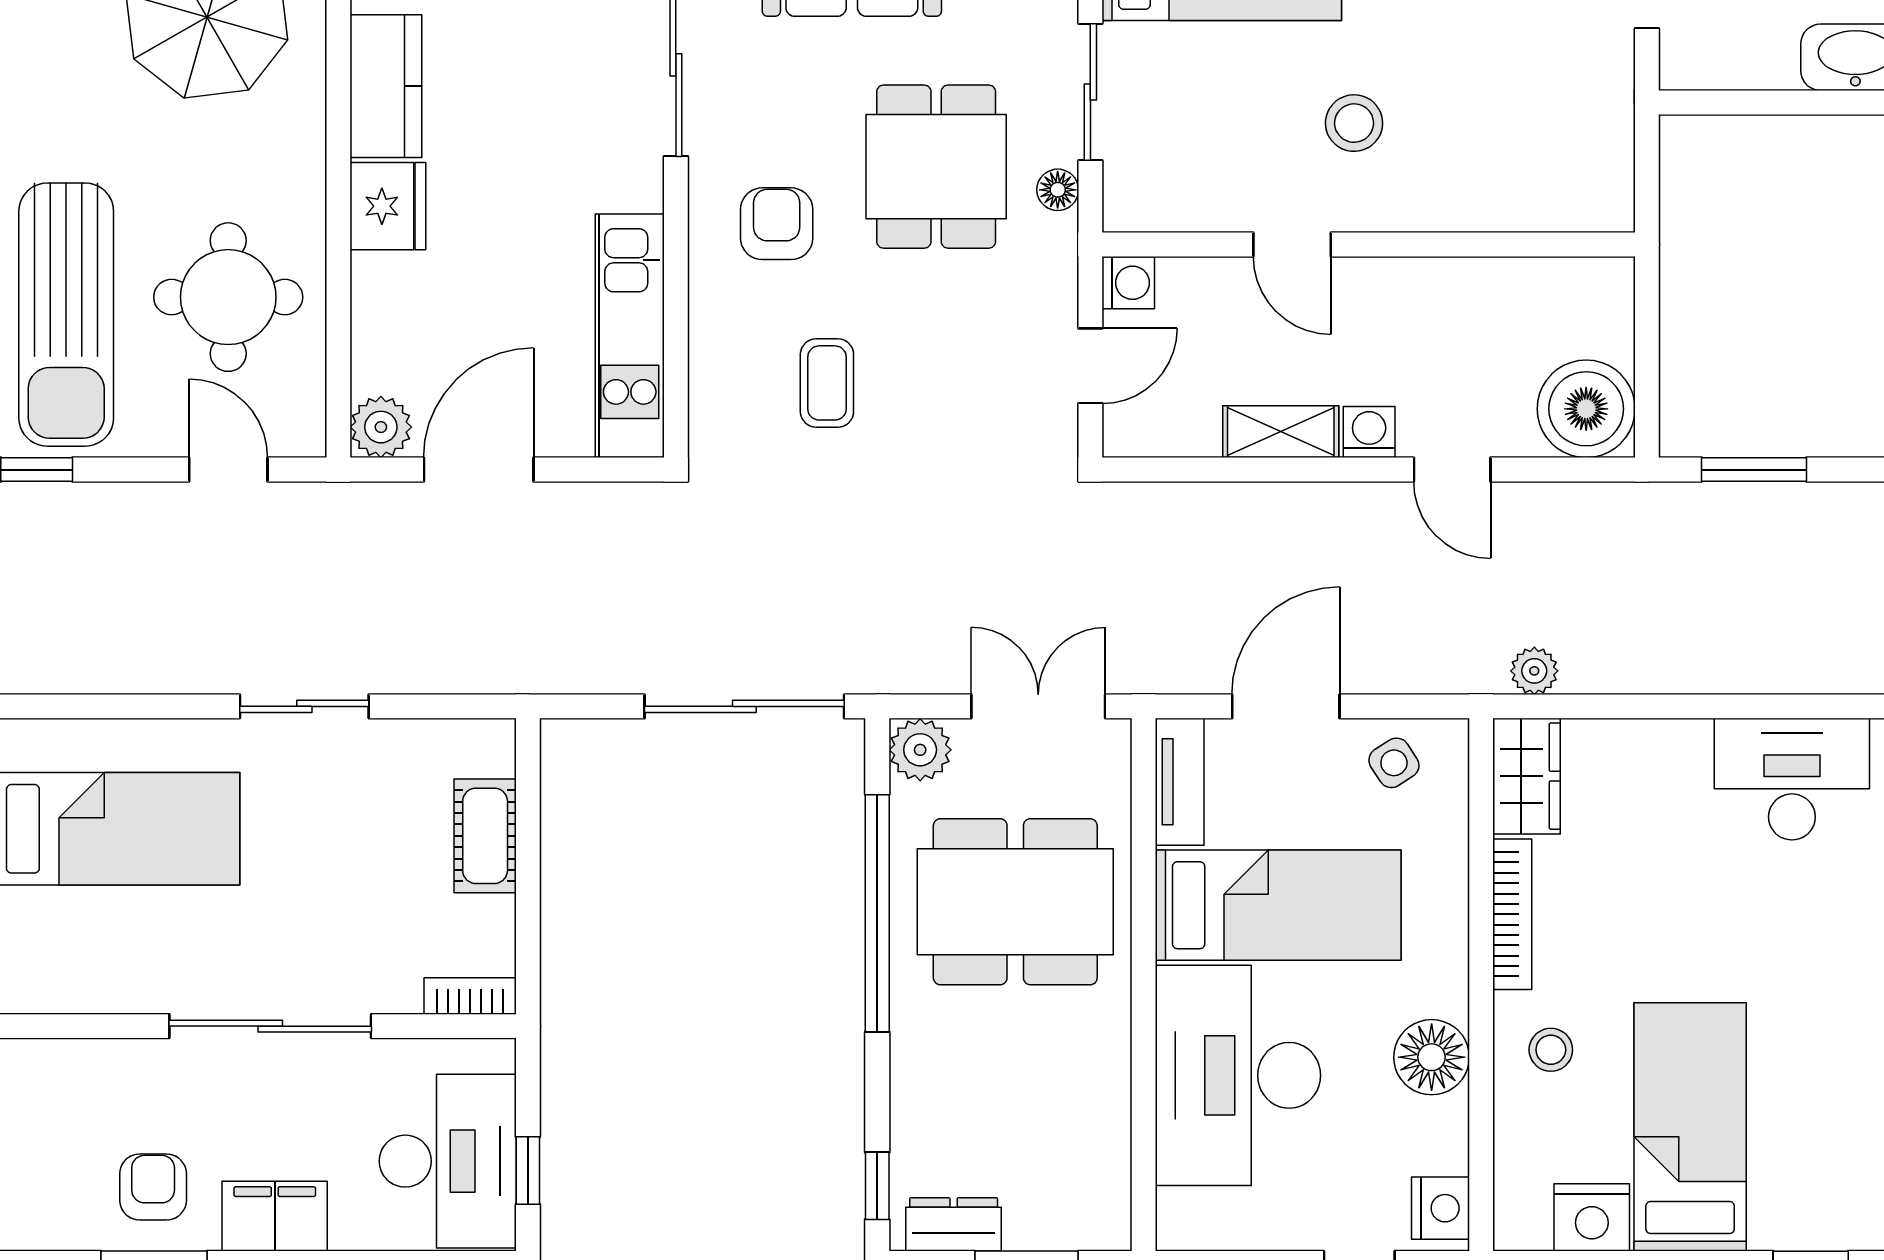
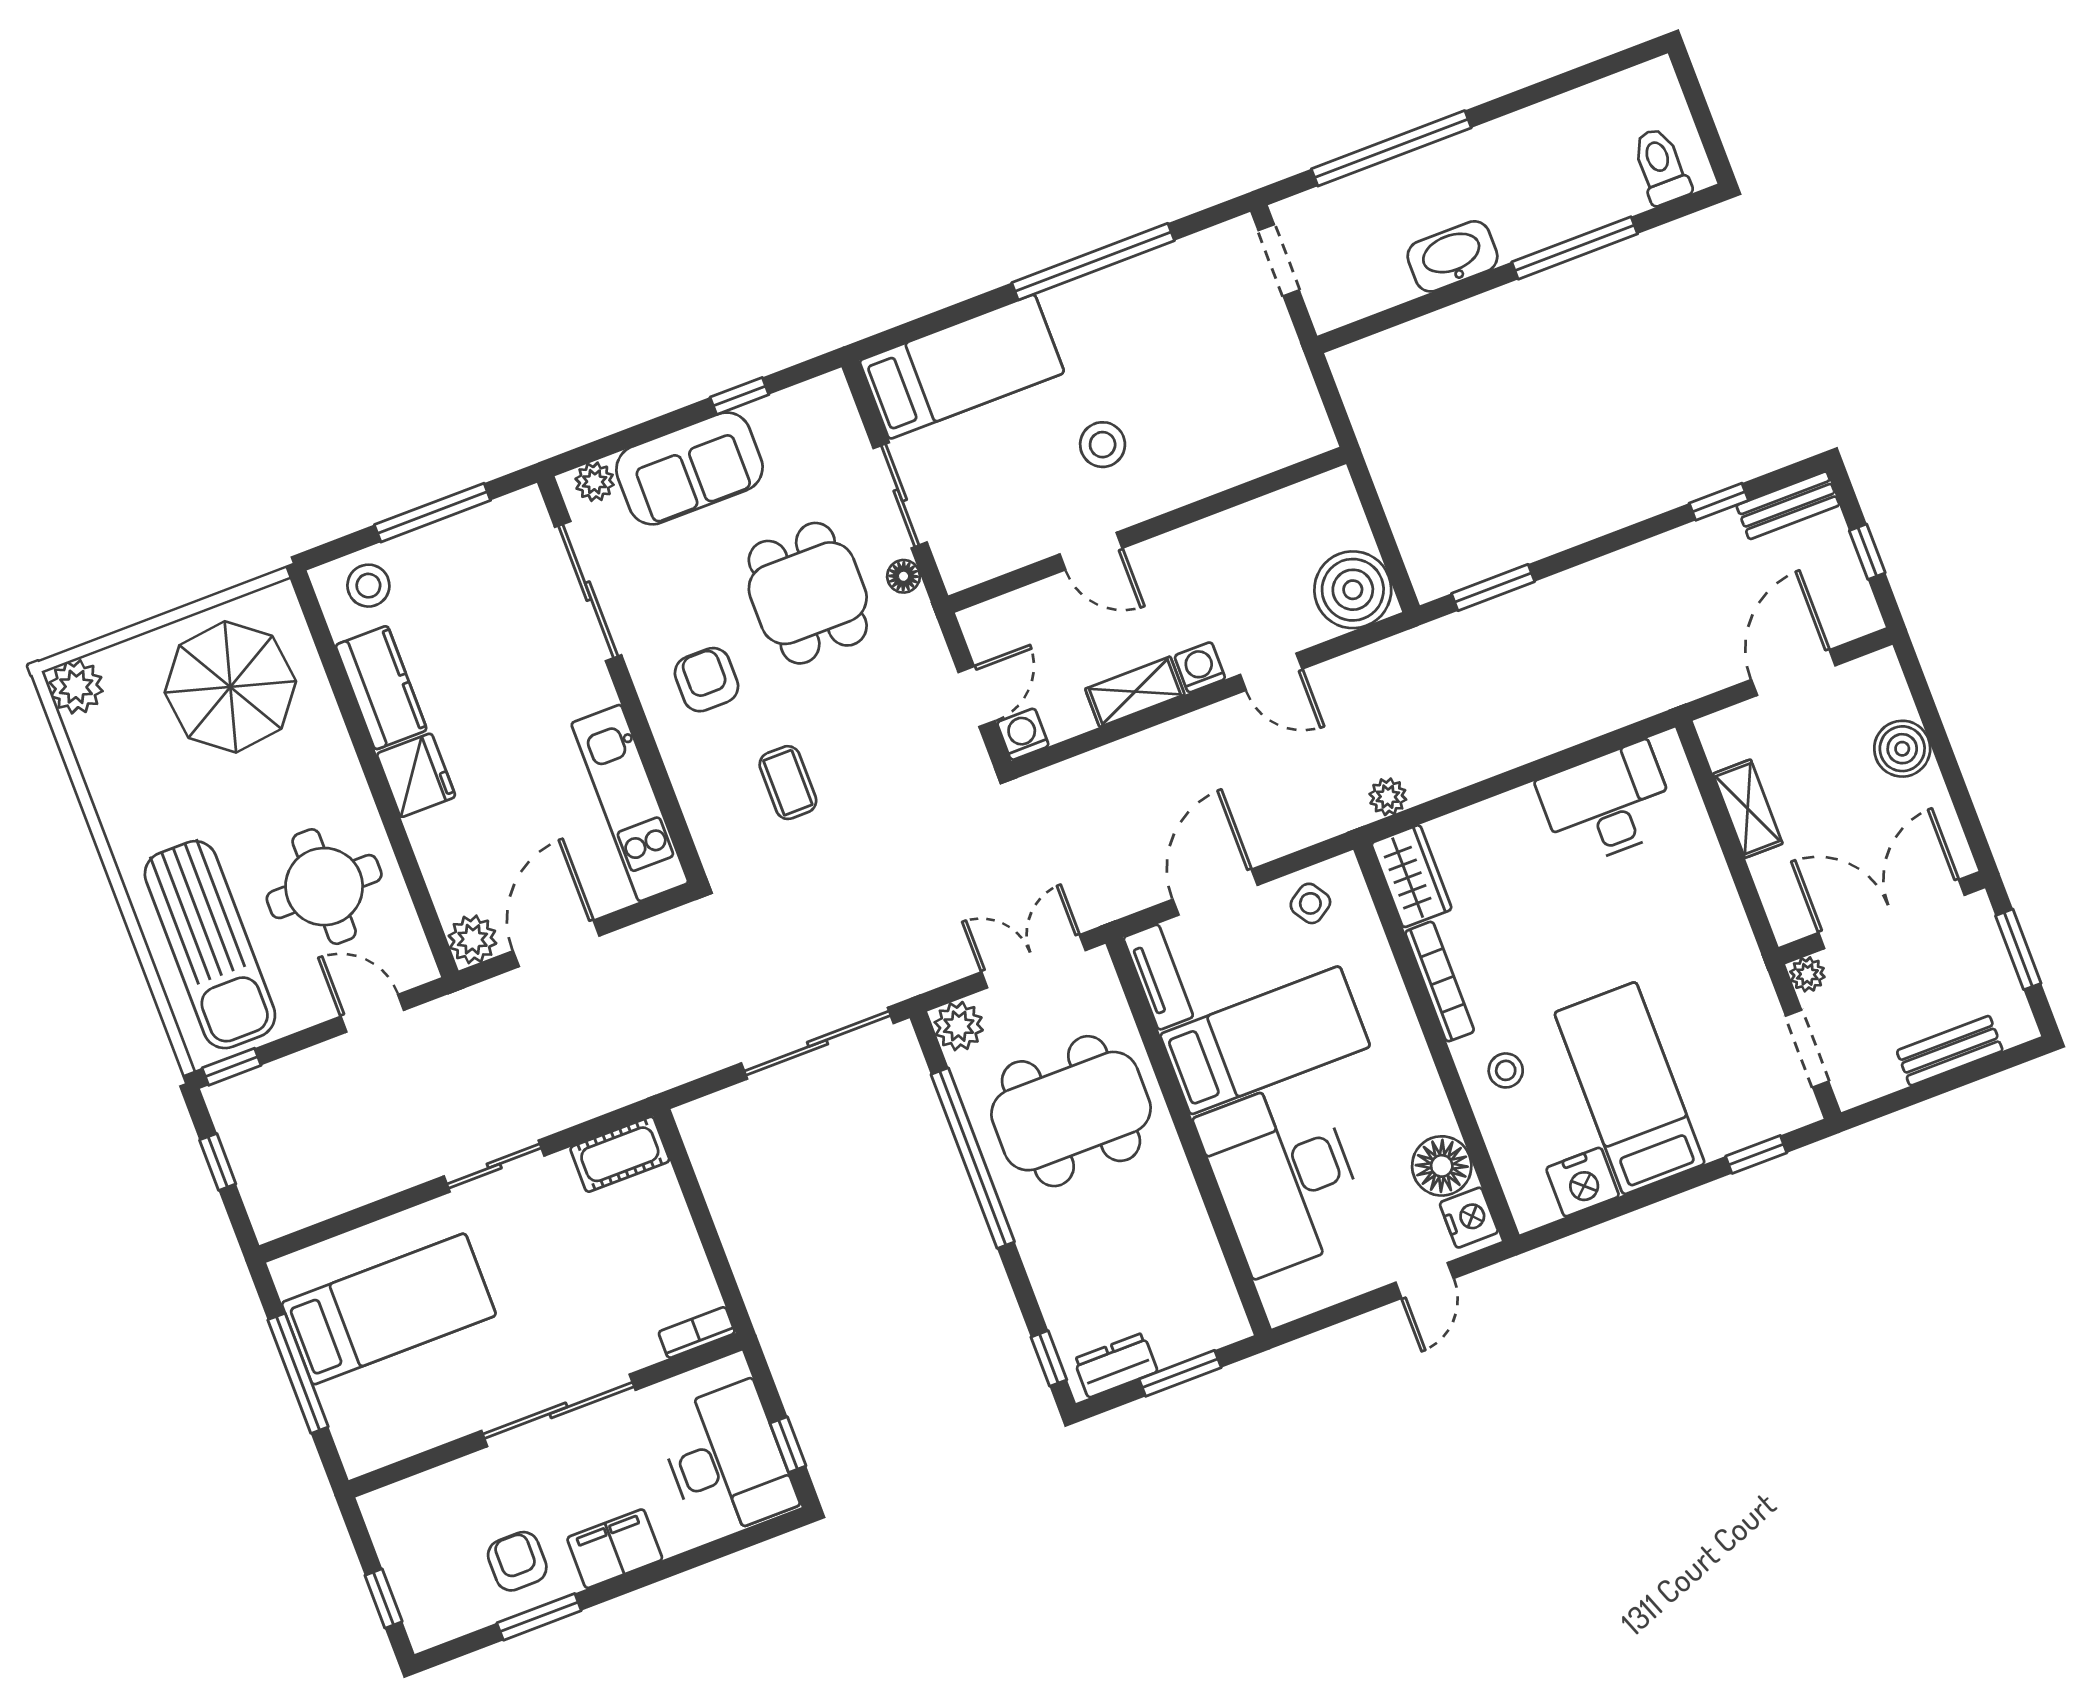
washing machine: (1128, 283) -> (1023, 734), moved, turned -90
cot: (485, 836) -> (620, 1154), moved, turned 90
floor lamp: (1432, 1057) -> (1442, 1166), moved

